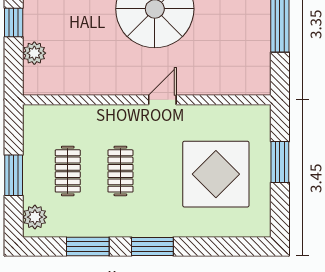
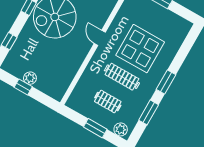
plant: (34, 53) -> (30, 78), moved
clothes rail: (120, 171) -> (122, 77), width x1.36
display table: (216, 174) -> (140, 49), moved

